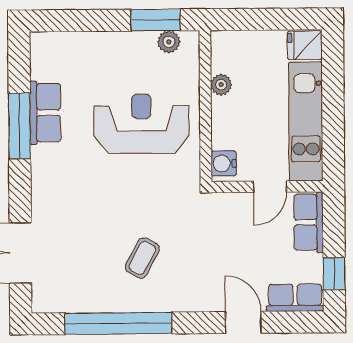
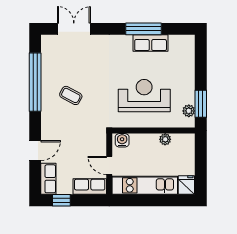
reception desk: (141, 124) -> (144, 96), turned -90

